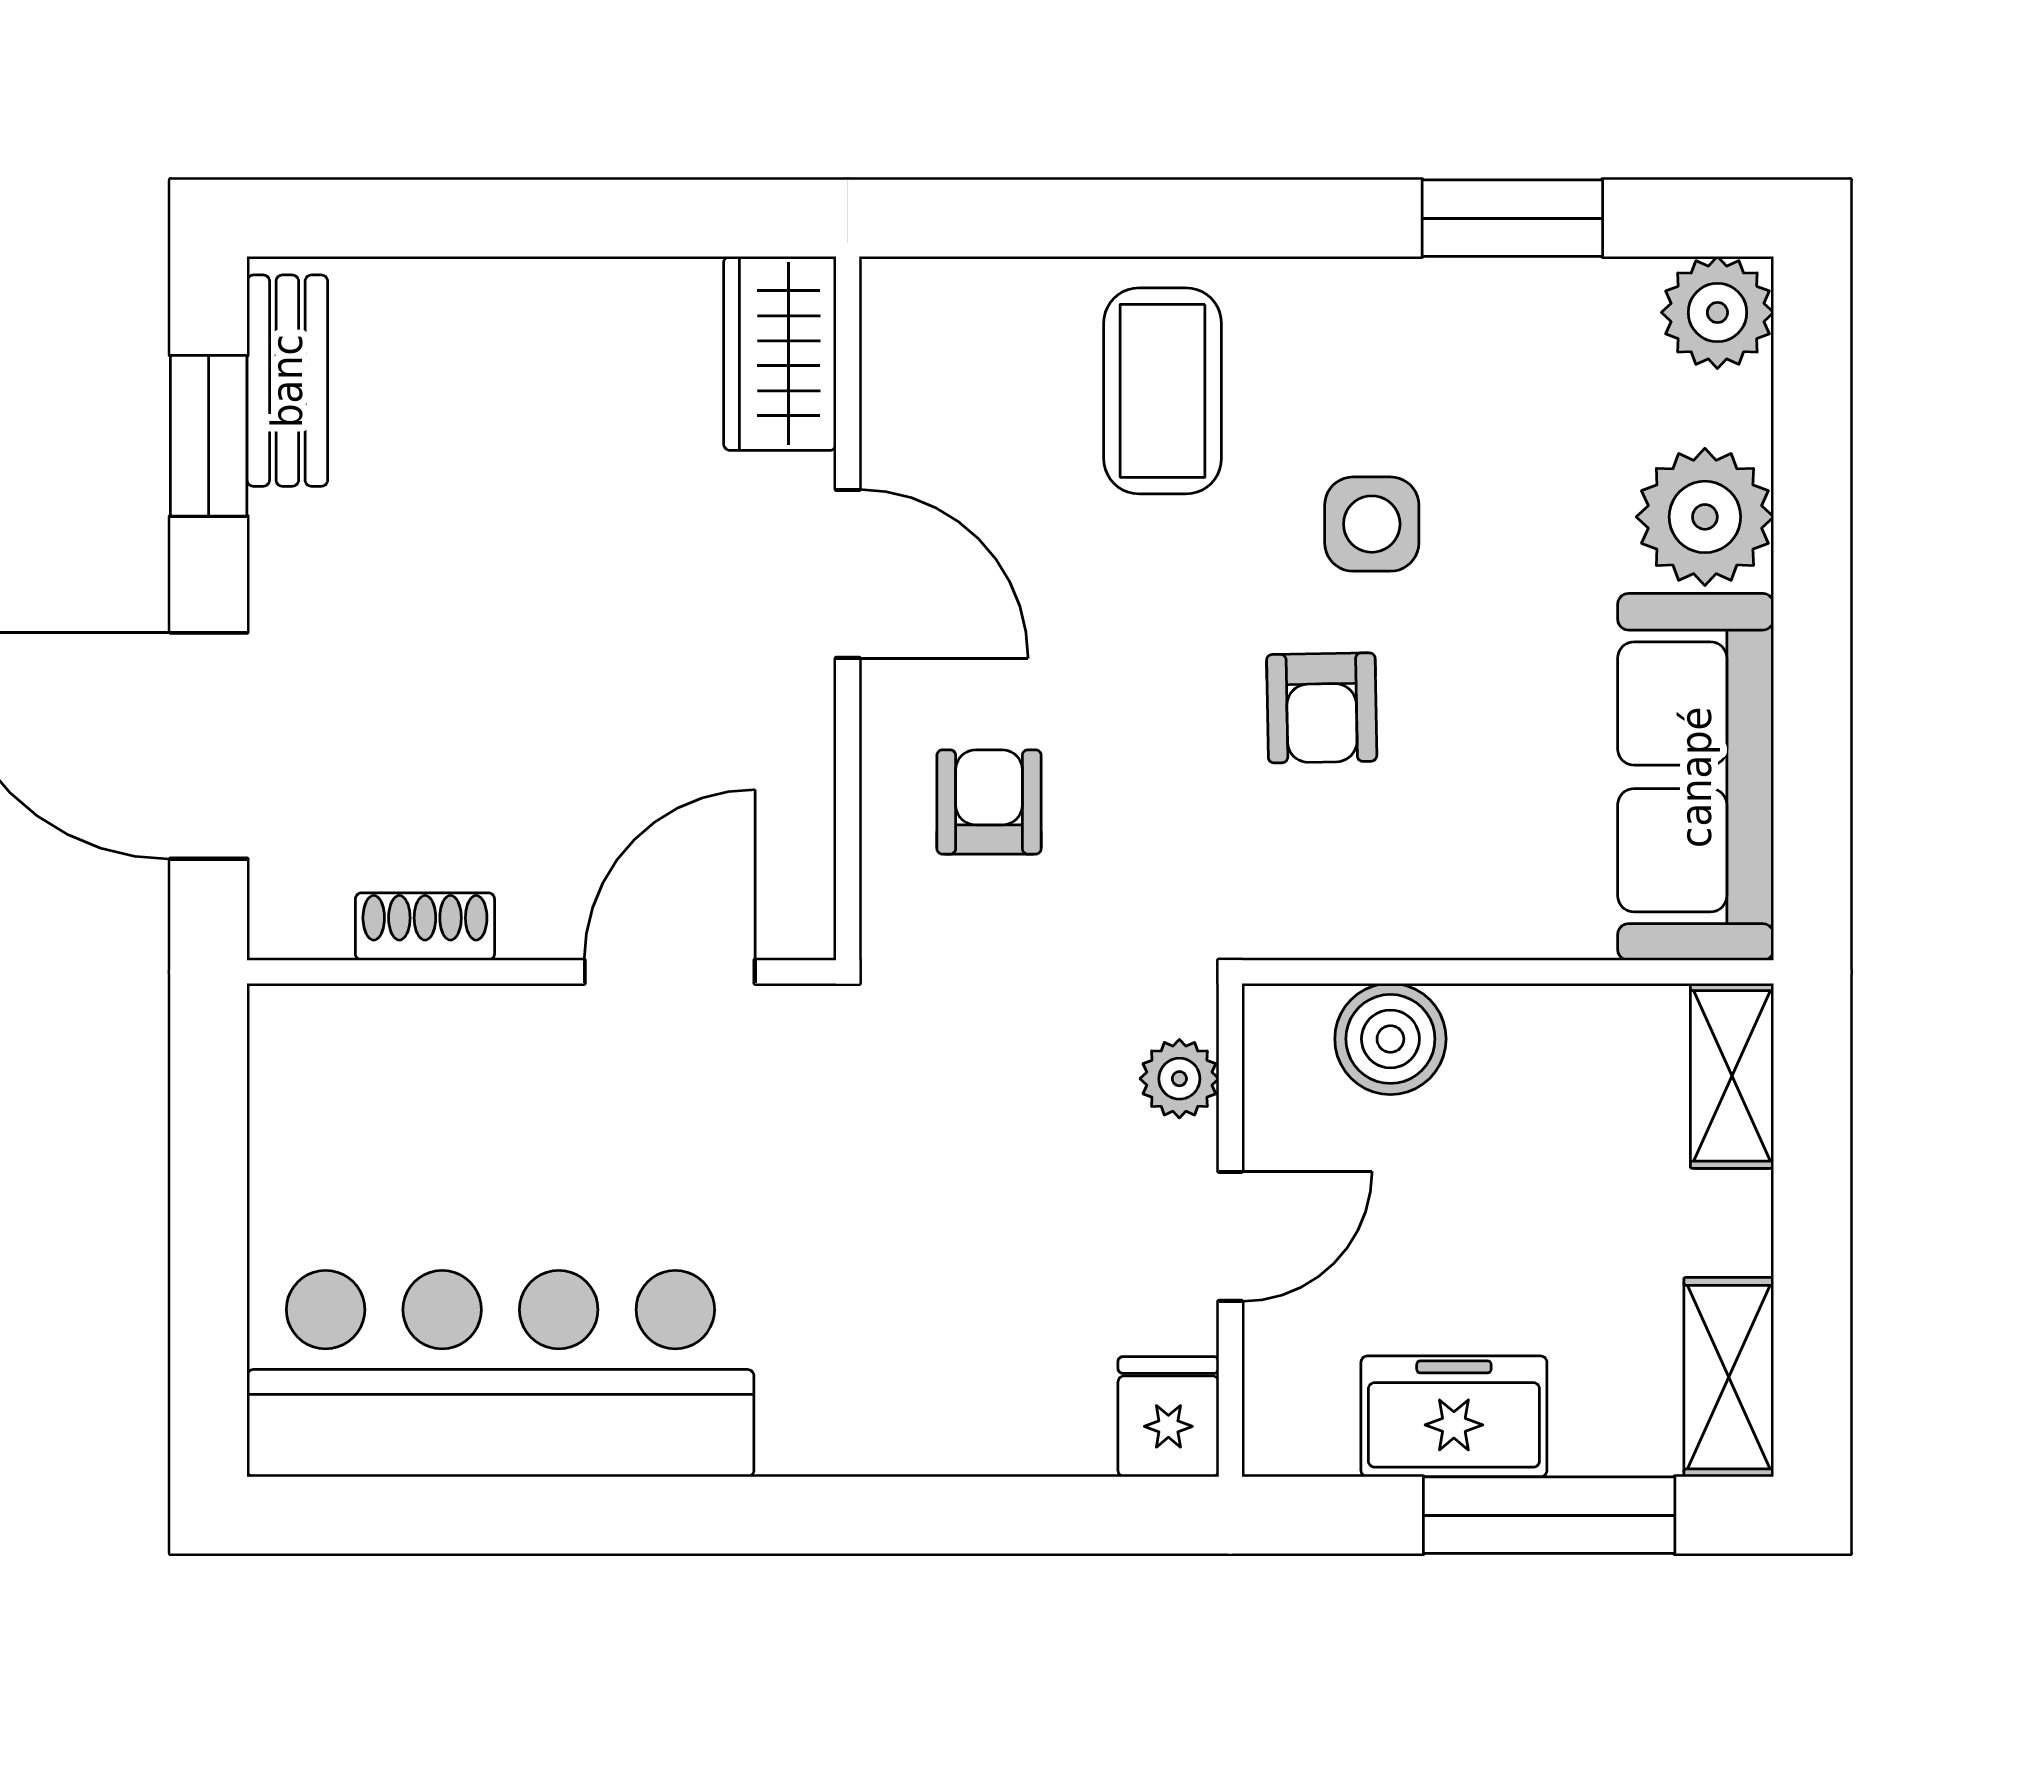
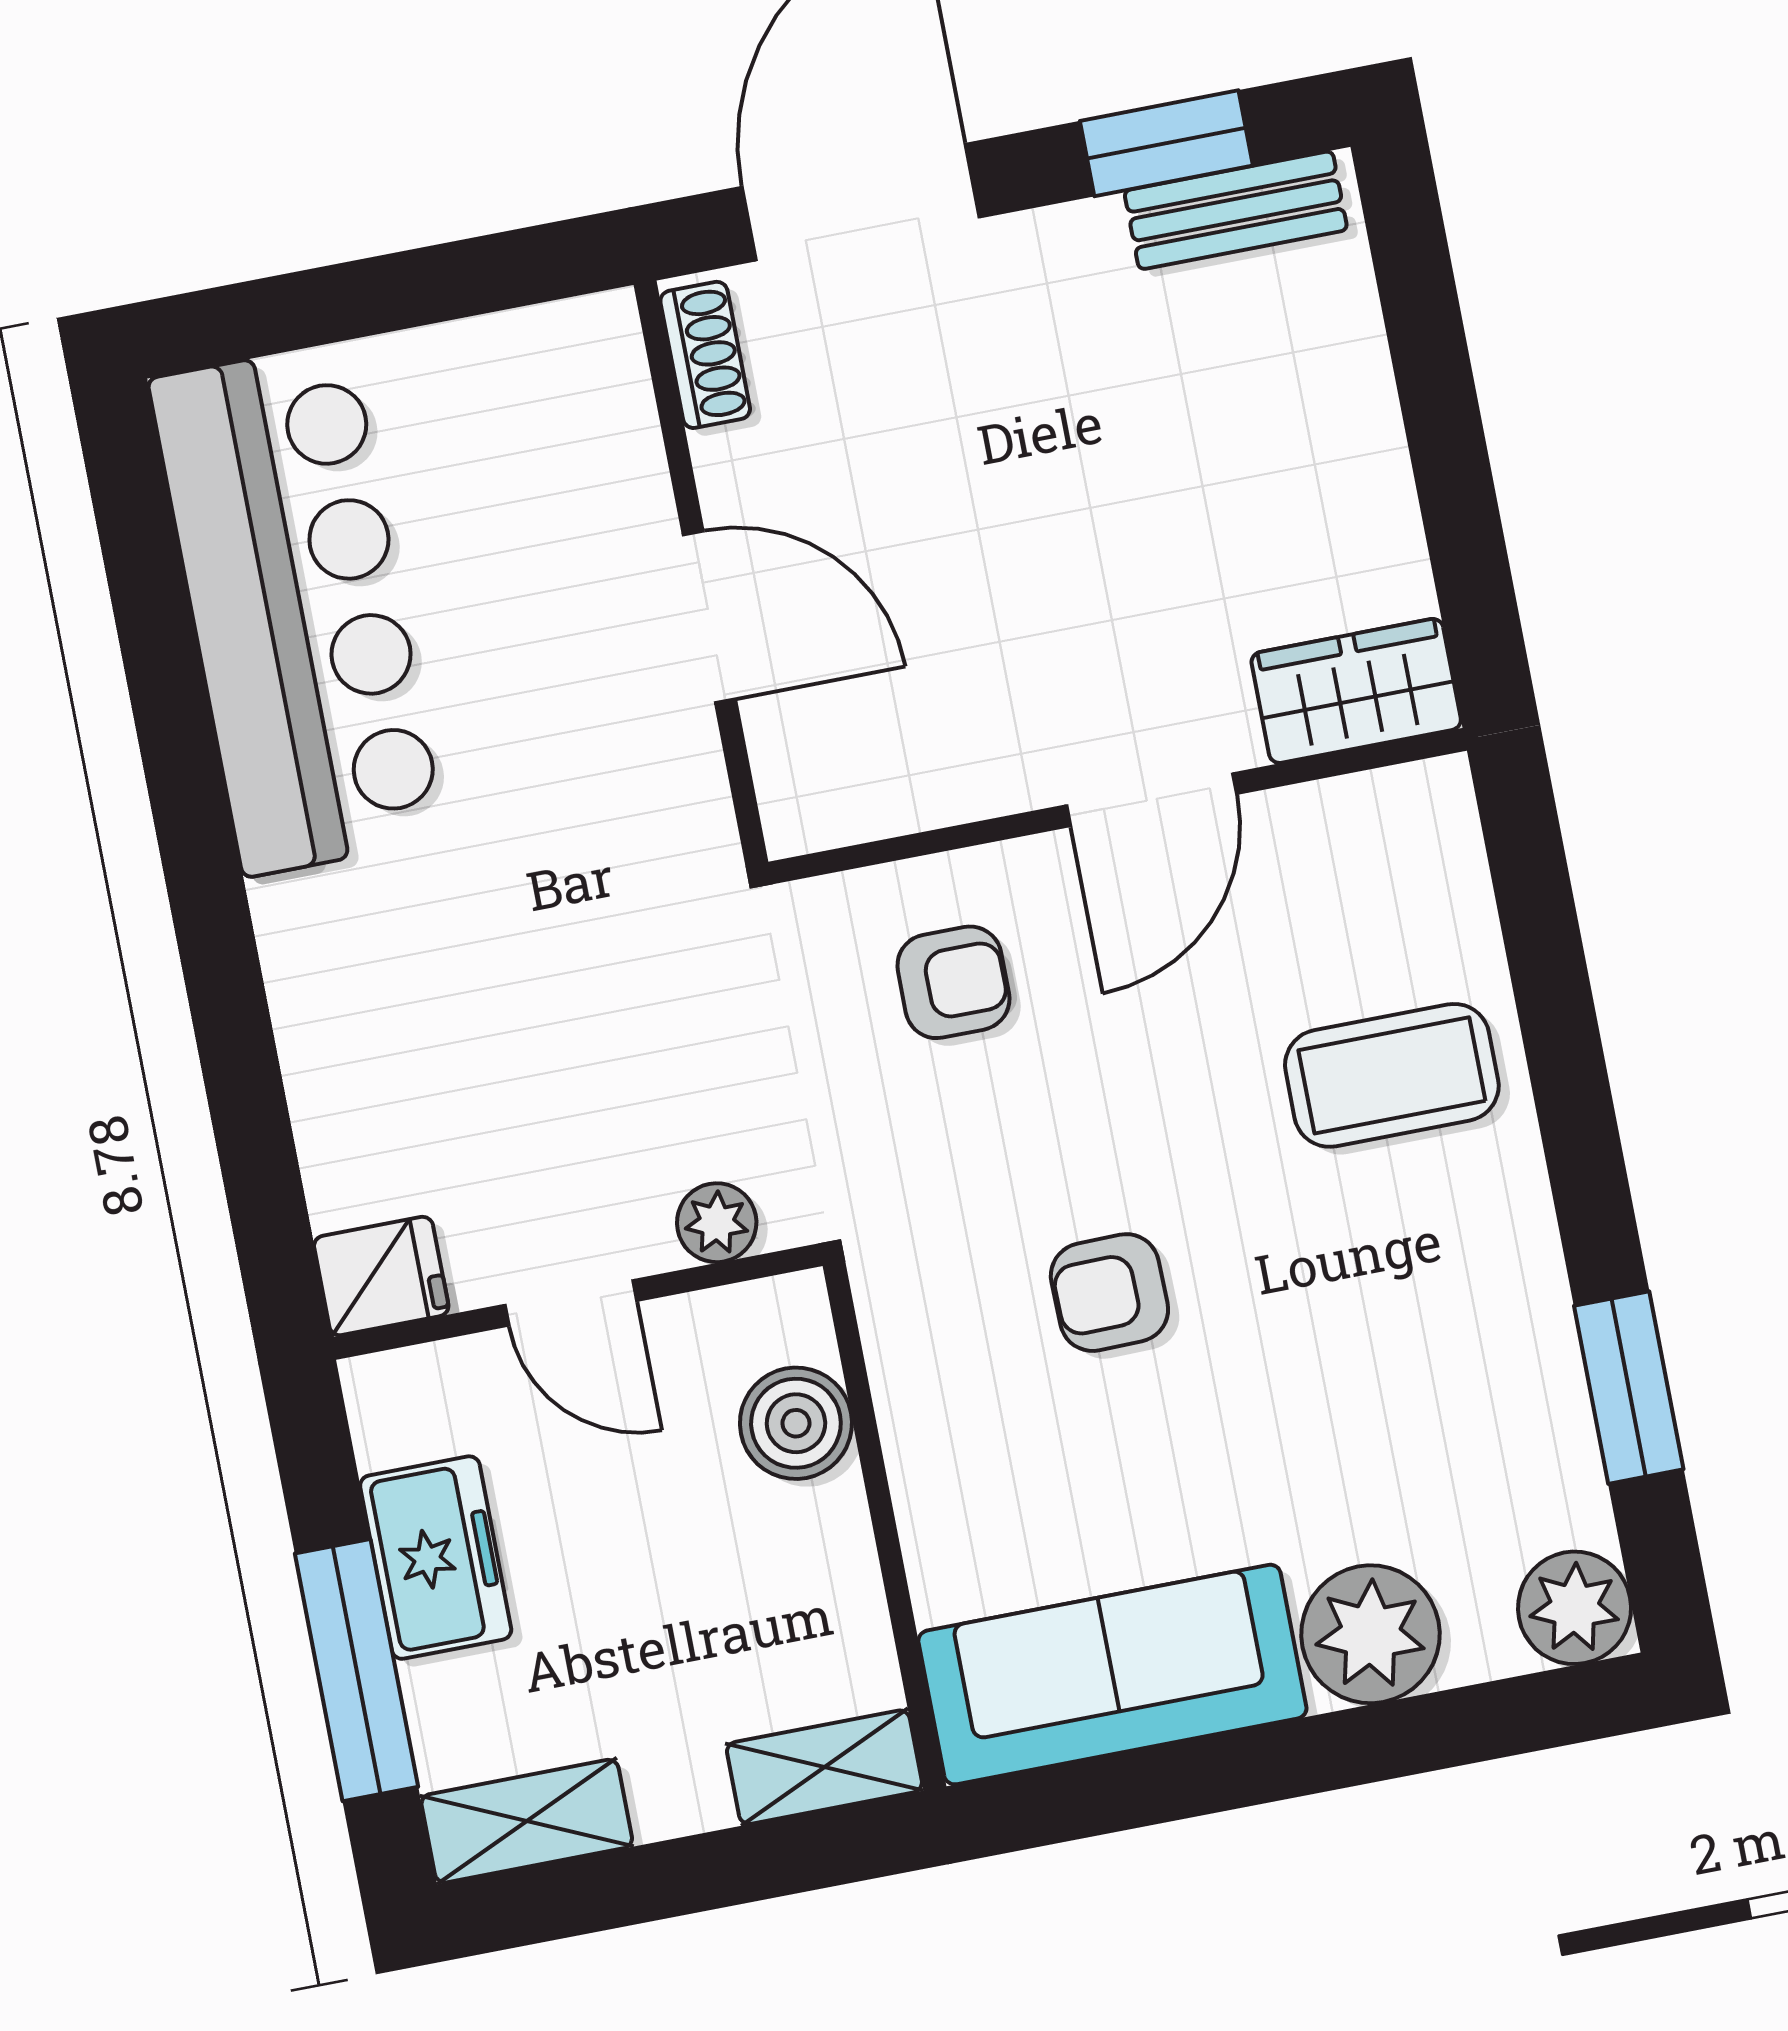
side table: (1372, 524) -> (1300, 1307), removed
shoe rack: (425, 927) -> (705, 355), moved
door: (670, 972) -> (709, 617), moved

